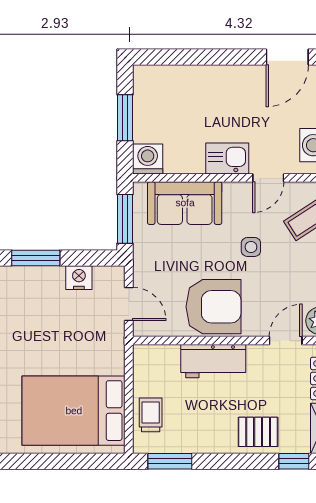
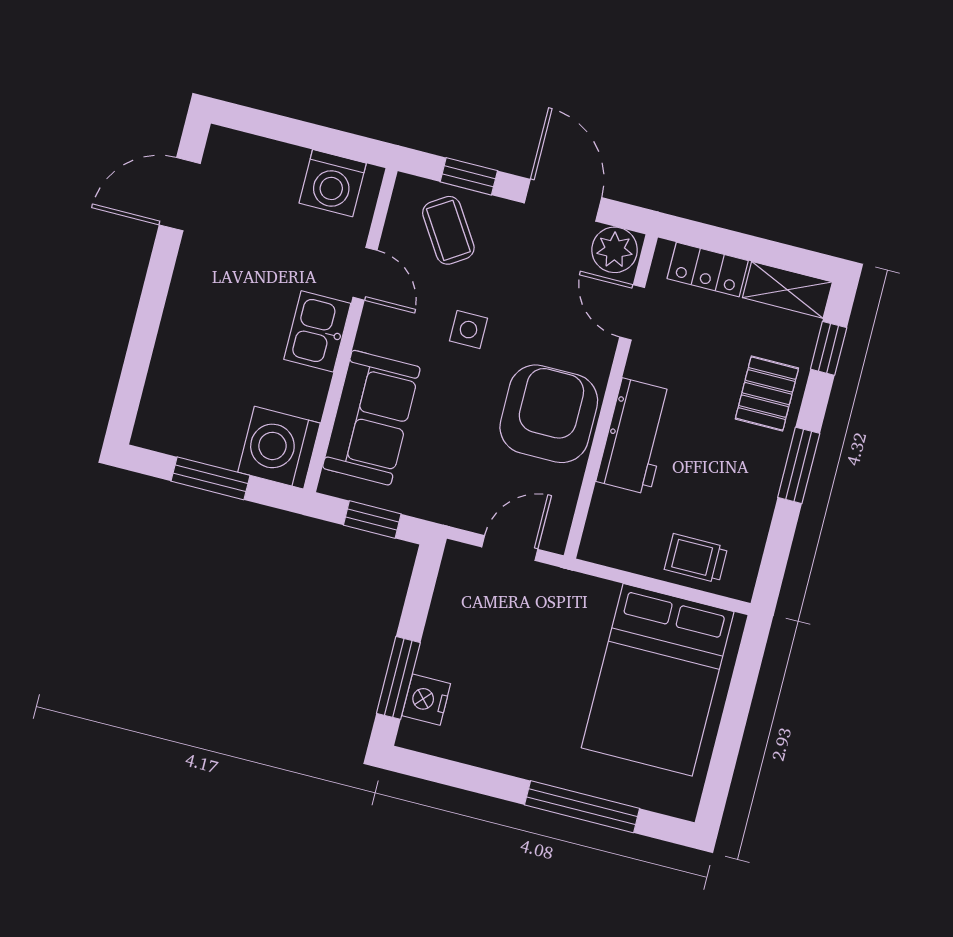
door: (287, 57) -> (180, 194), swing flipped
washing machine: (148, 159) -> (279, 448), width x1.37, depth x1.37
window: (125, 219) -> (372, 520), width x0.67
nightstand: (79, 278) -> (426, 700), moved
window: (170, 461) -> (799, 465), moved

